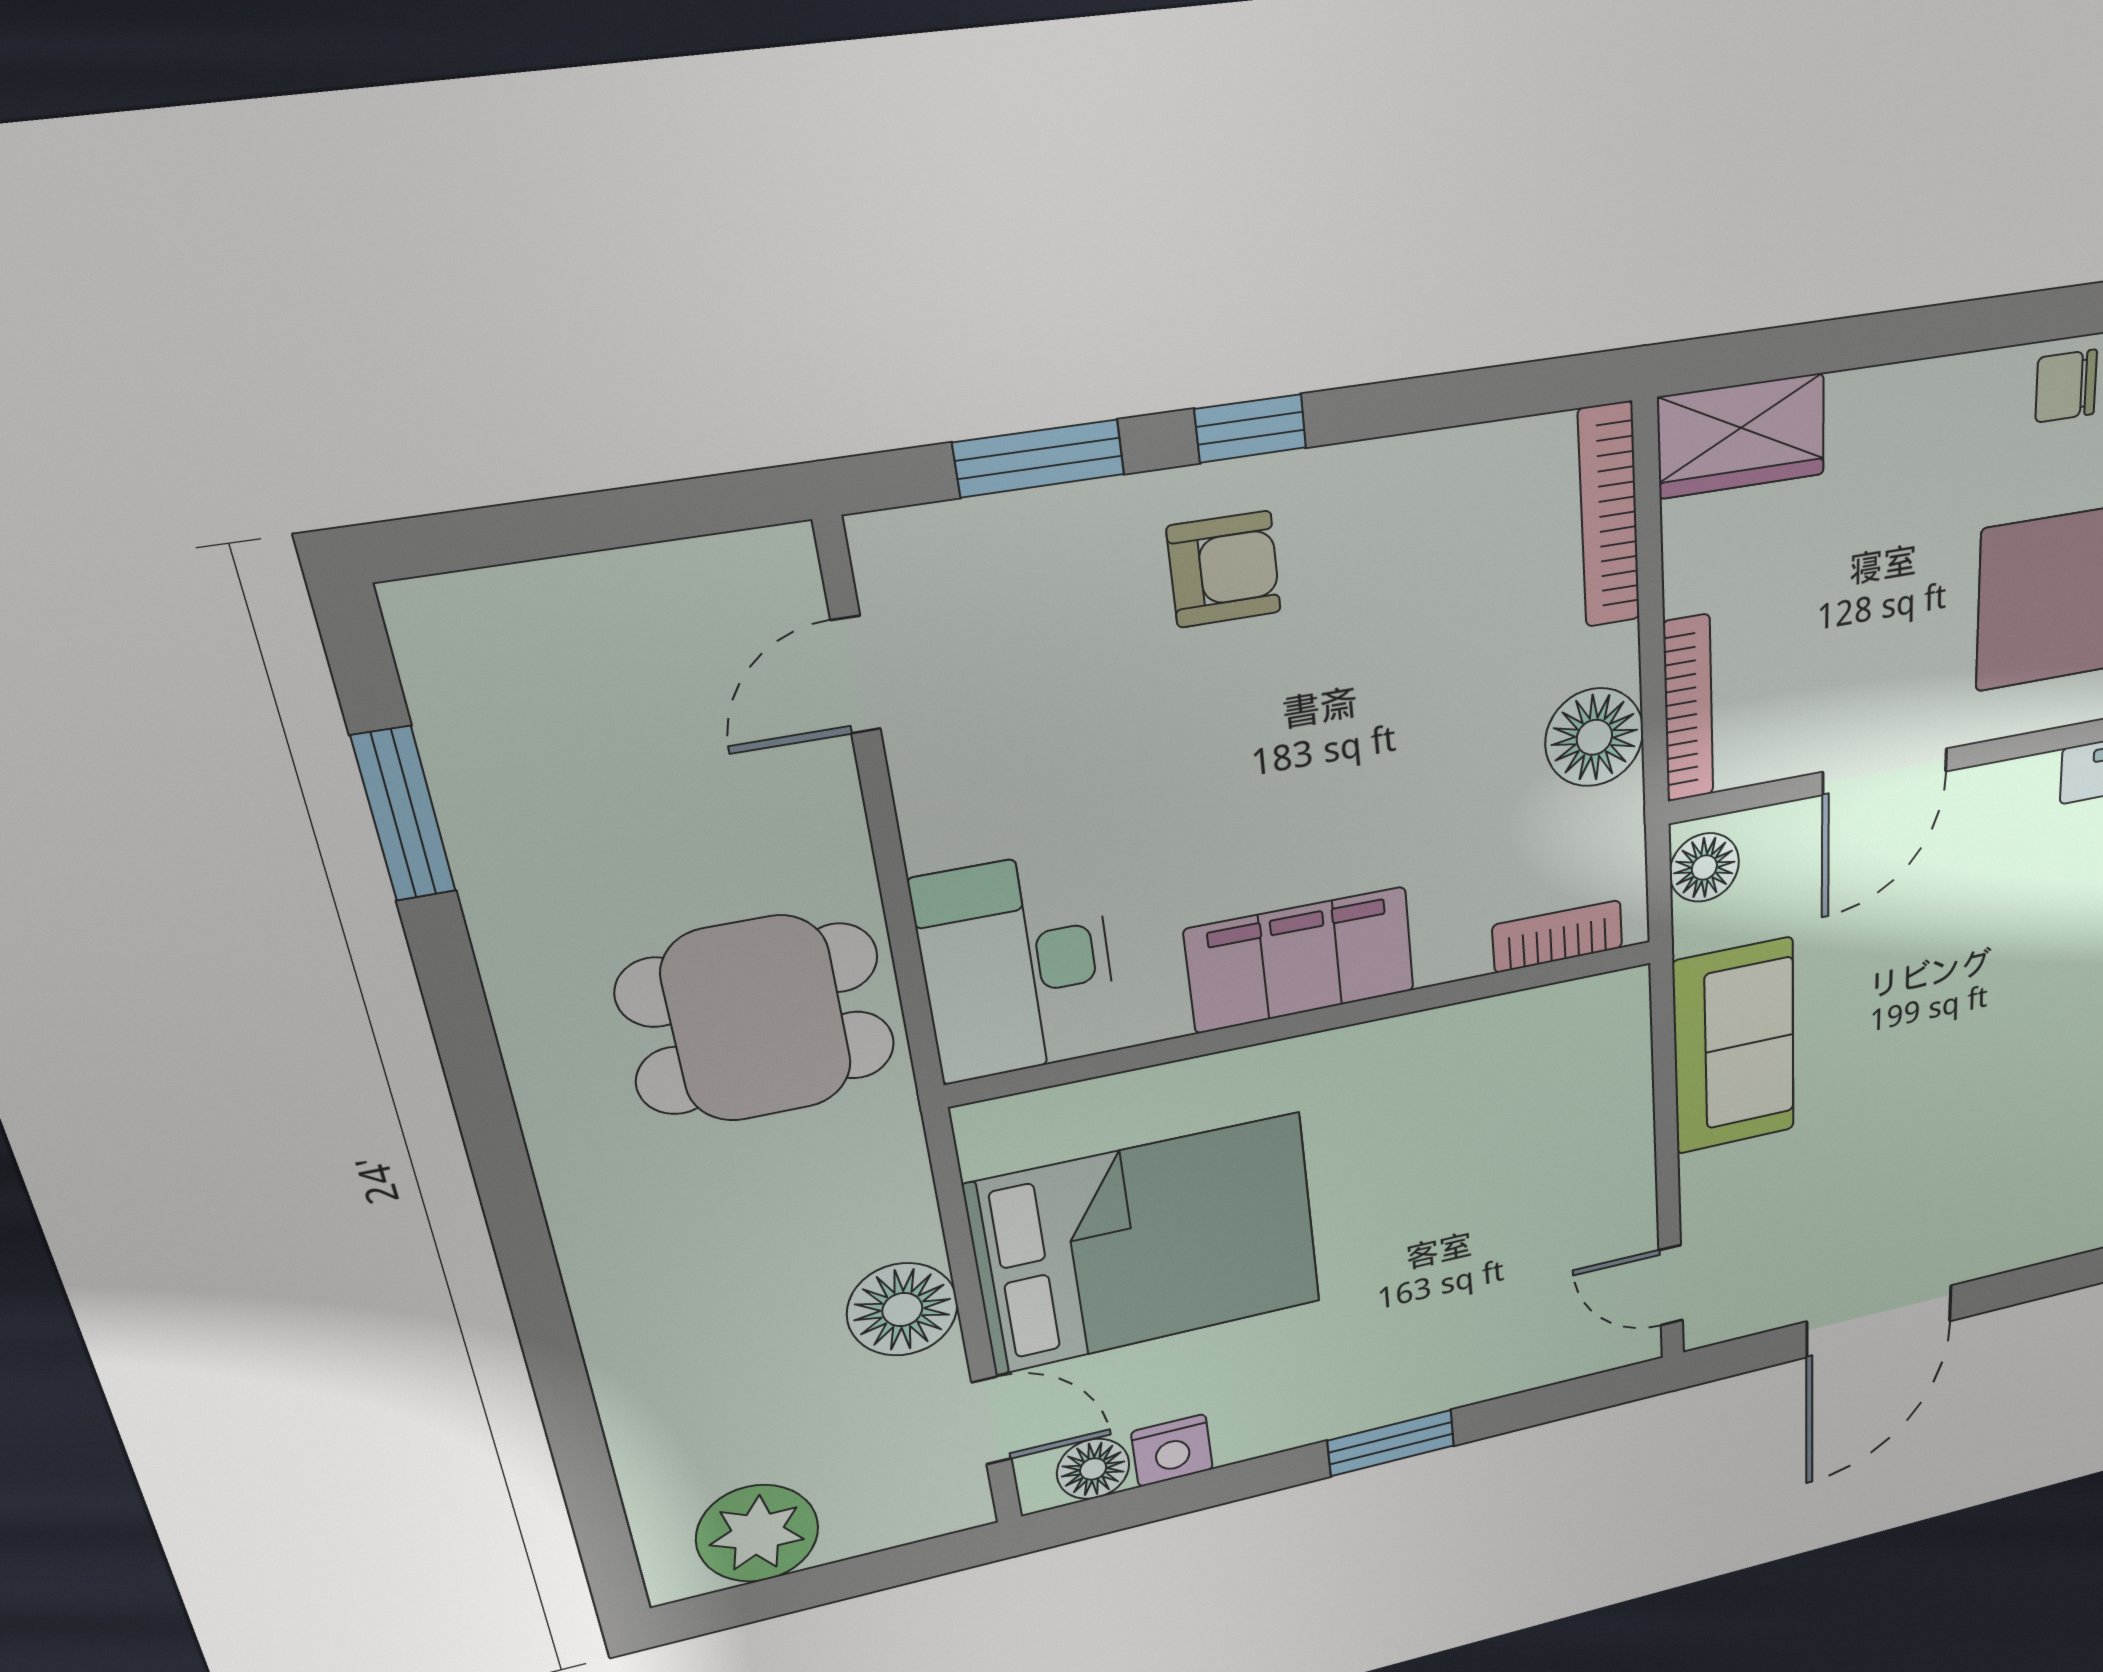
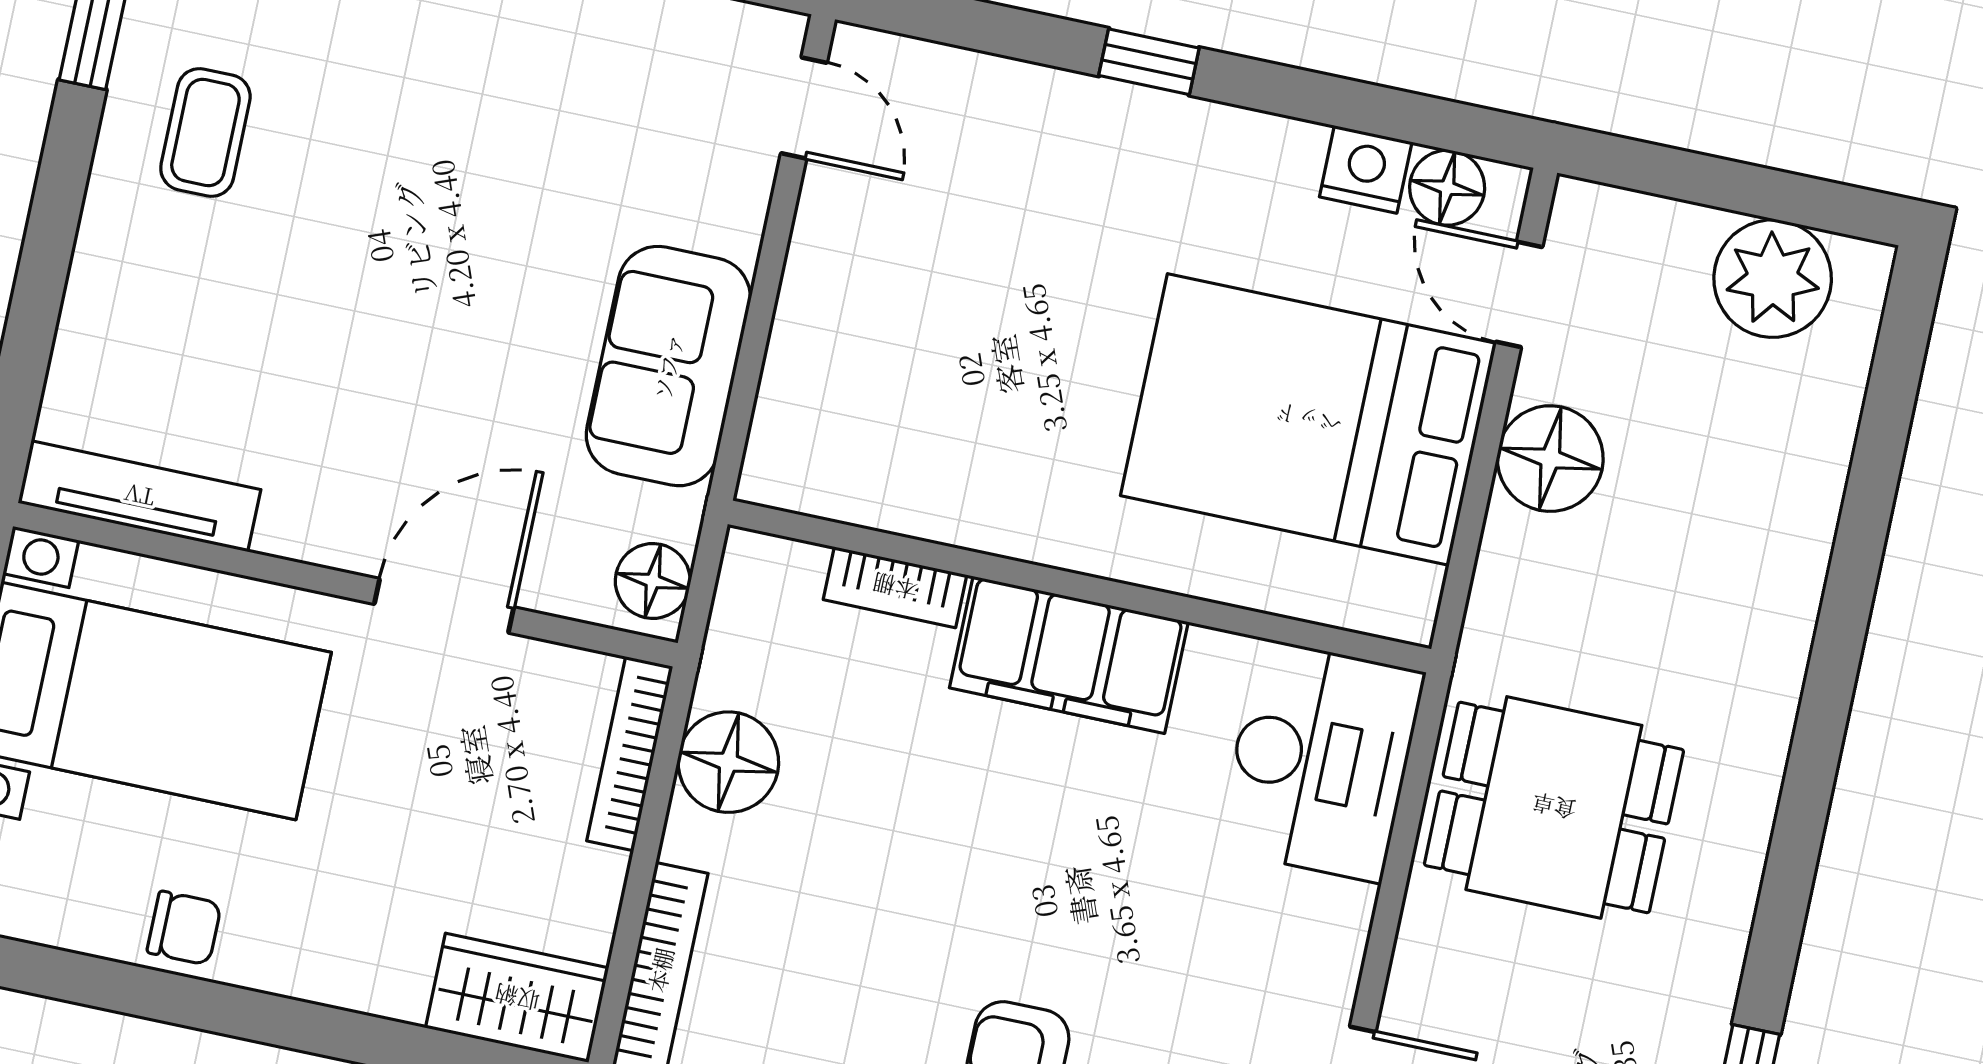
bookcase: (1558, 937) -> (895, 587), moved
window: (1391, 1443) -> (1149, 62), width x0.67

